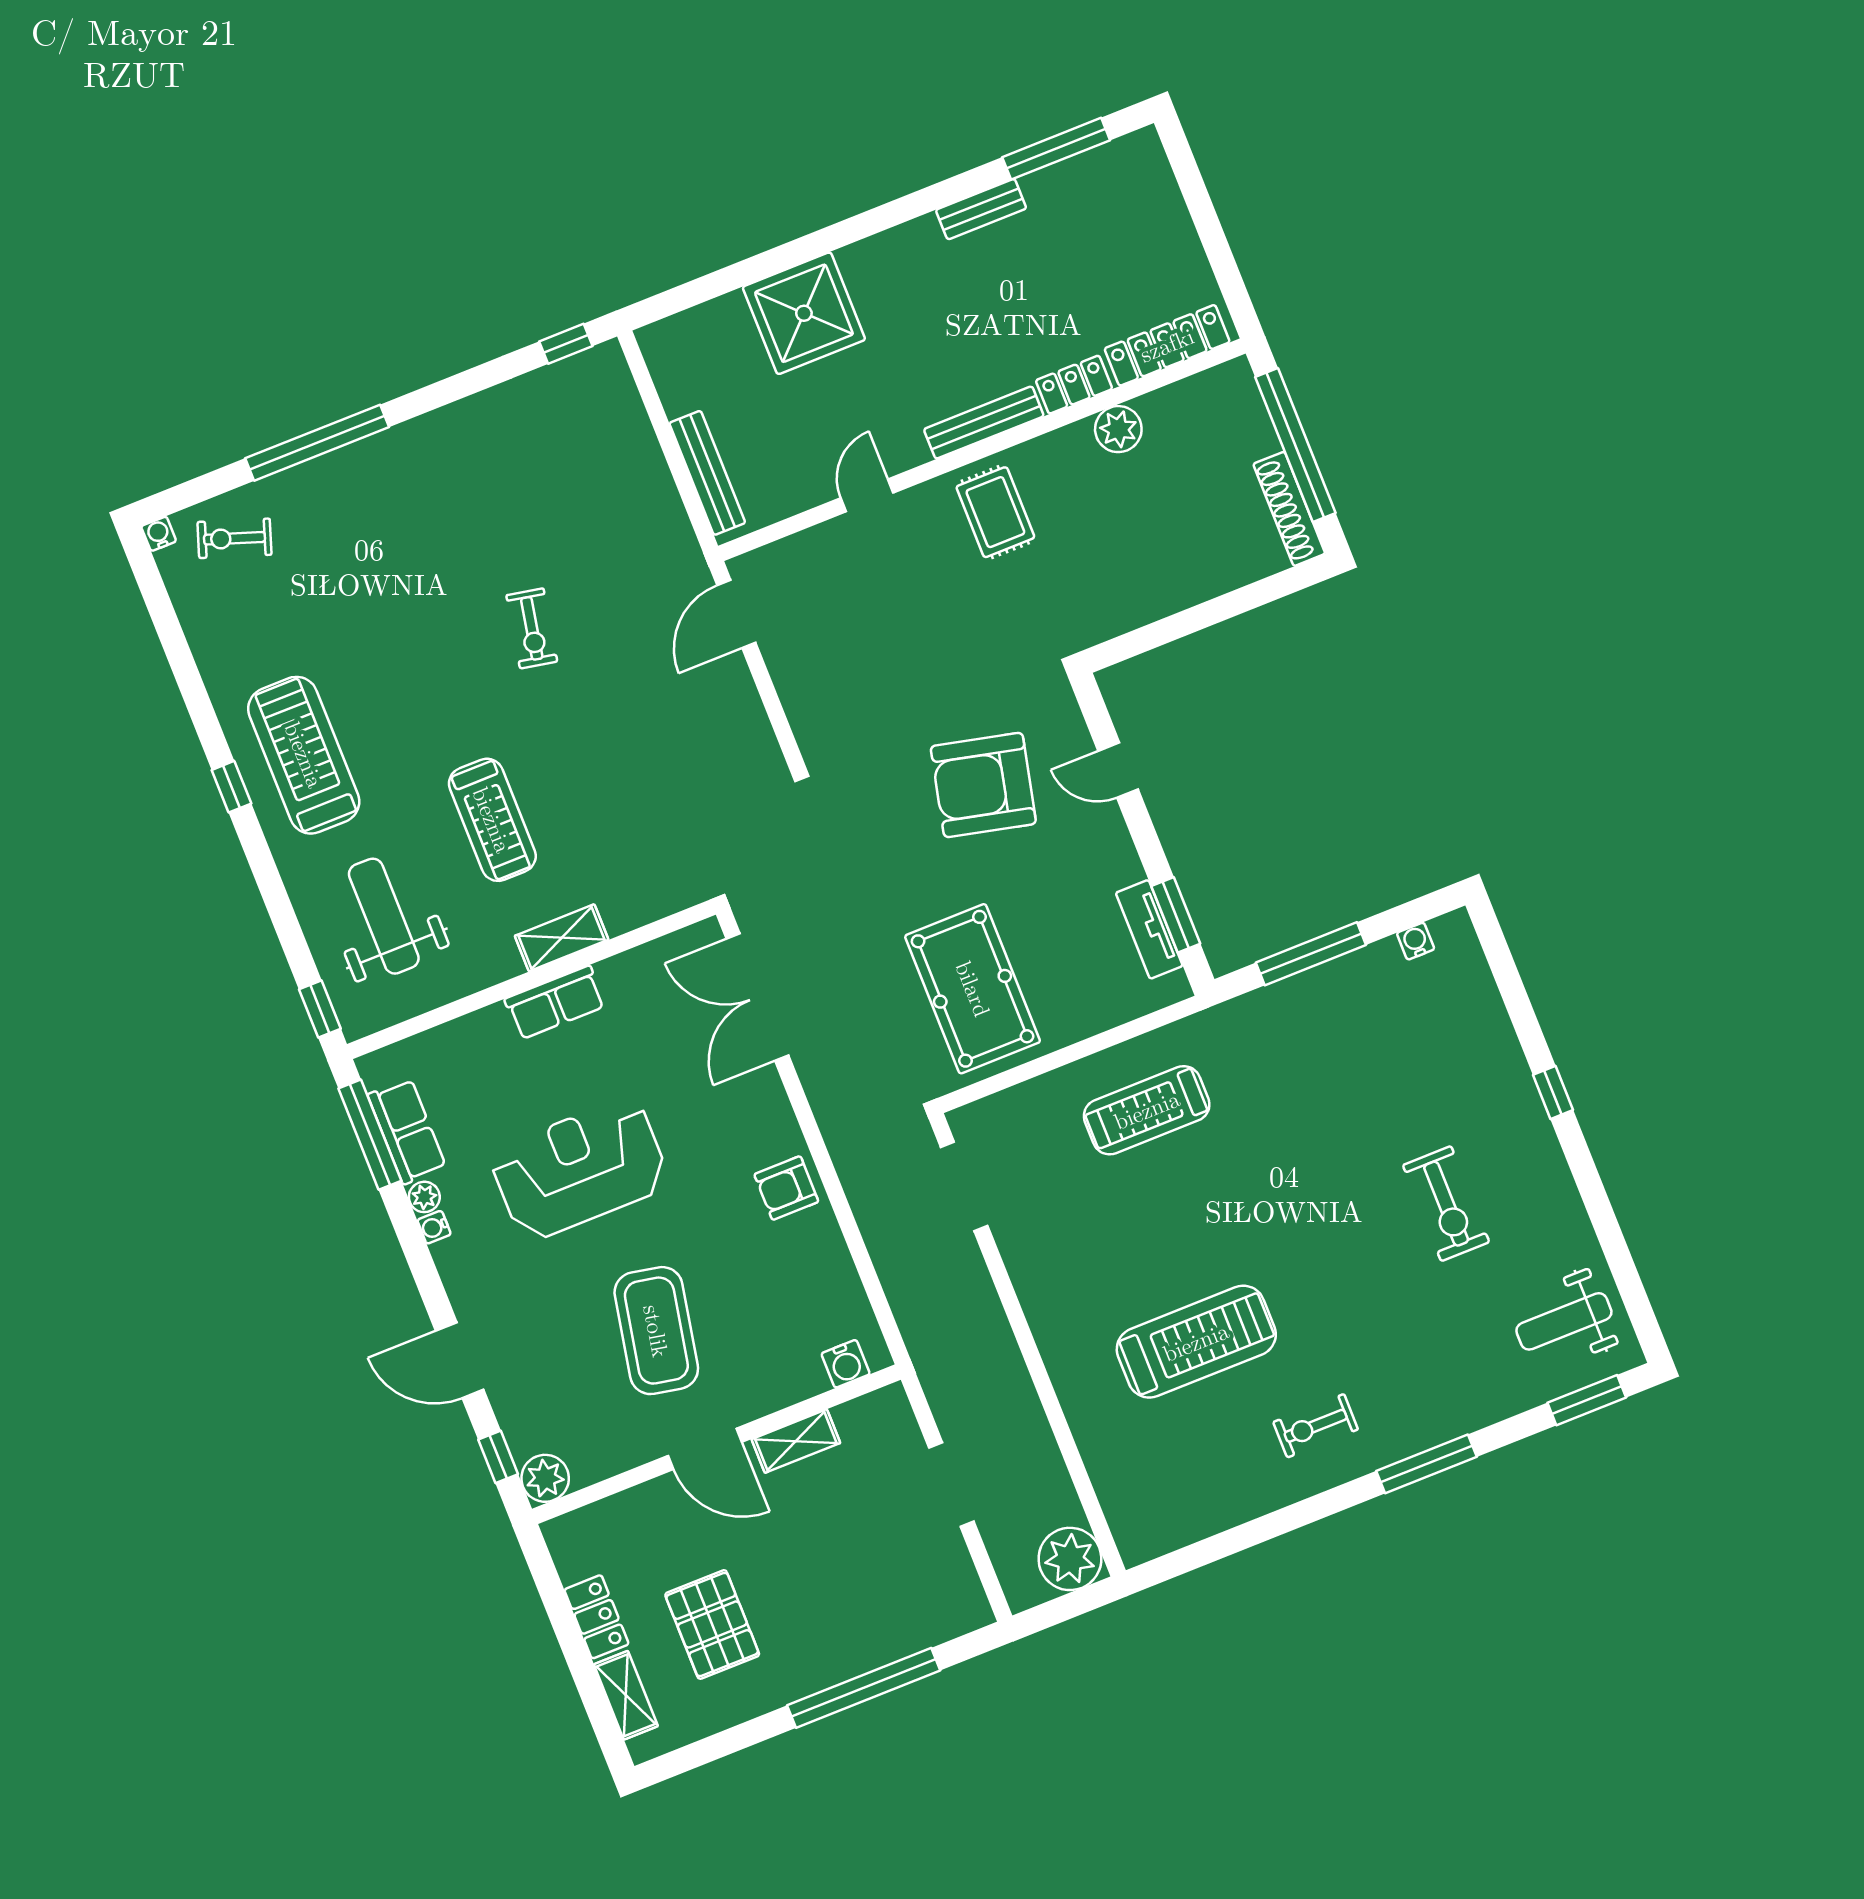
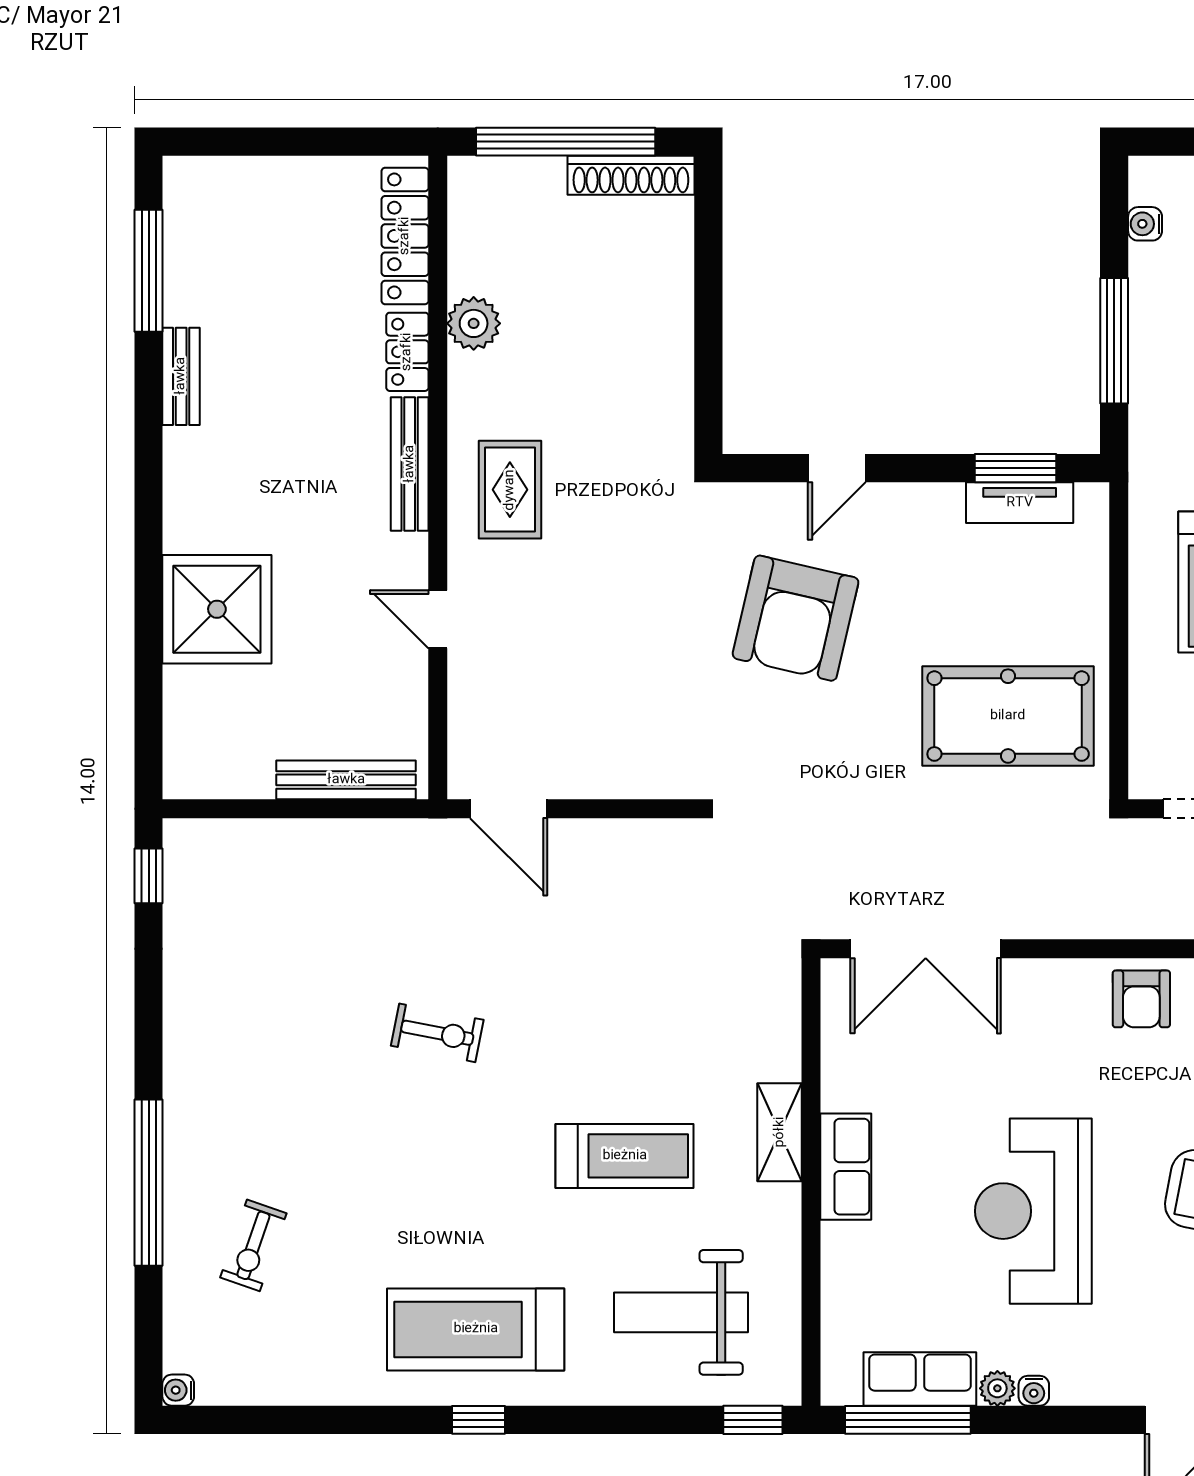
rug: (995, 512) -> (510, 490), turned 90
exercise bike: (234, 538) -> (253, 1245), moved

